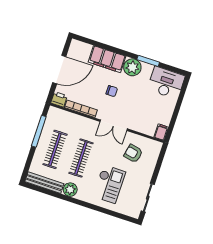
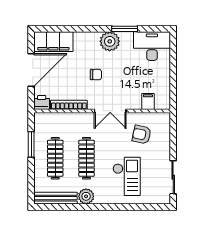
filing cabinet: (107, 59) -> (53, 42), moved
window: (39, 131) -> (31, 144), width x0.69
filing cabinet: (161, 132) -> (148, 101), moved

